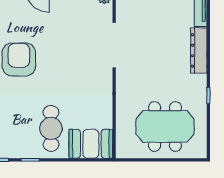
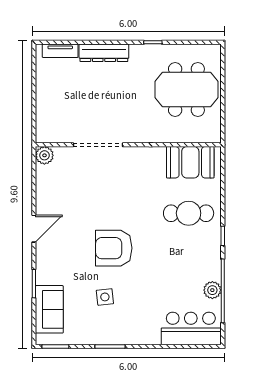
meeting table: (165, 126) -> (186, 89), turned 90
booth: (91, 144) -> (190, 162), moved, turned 90

